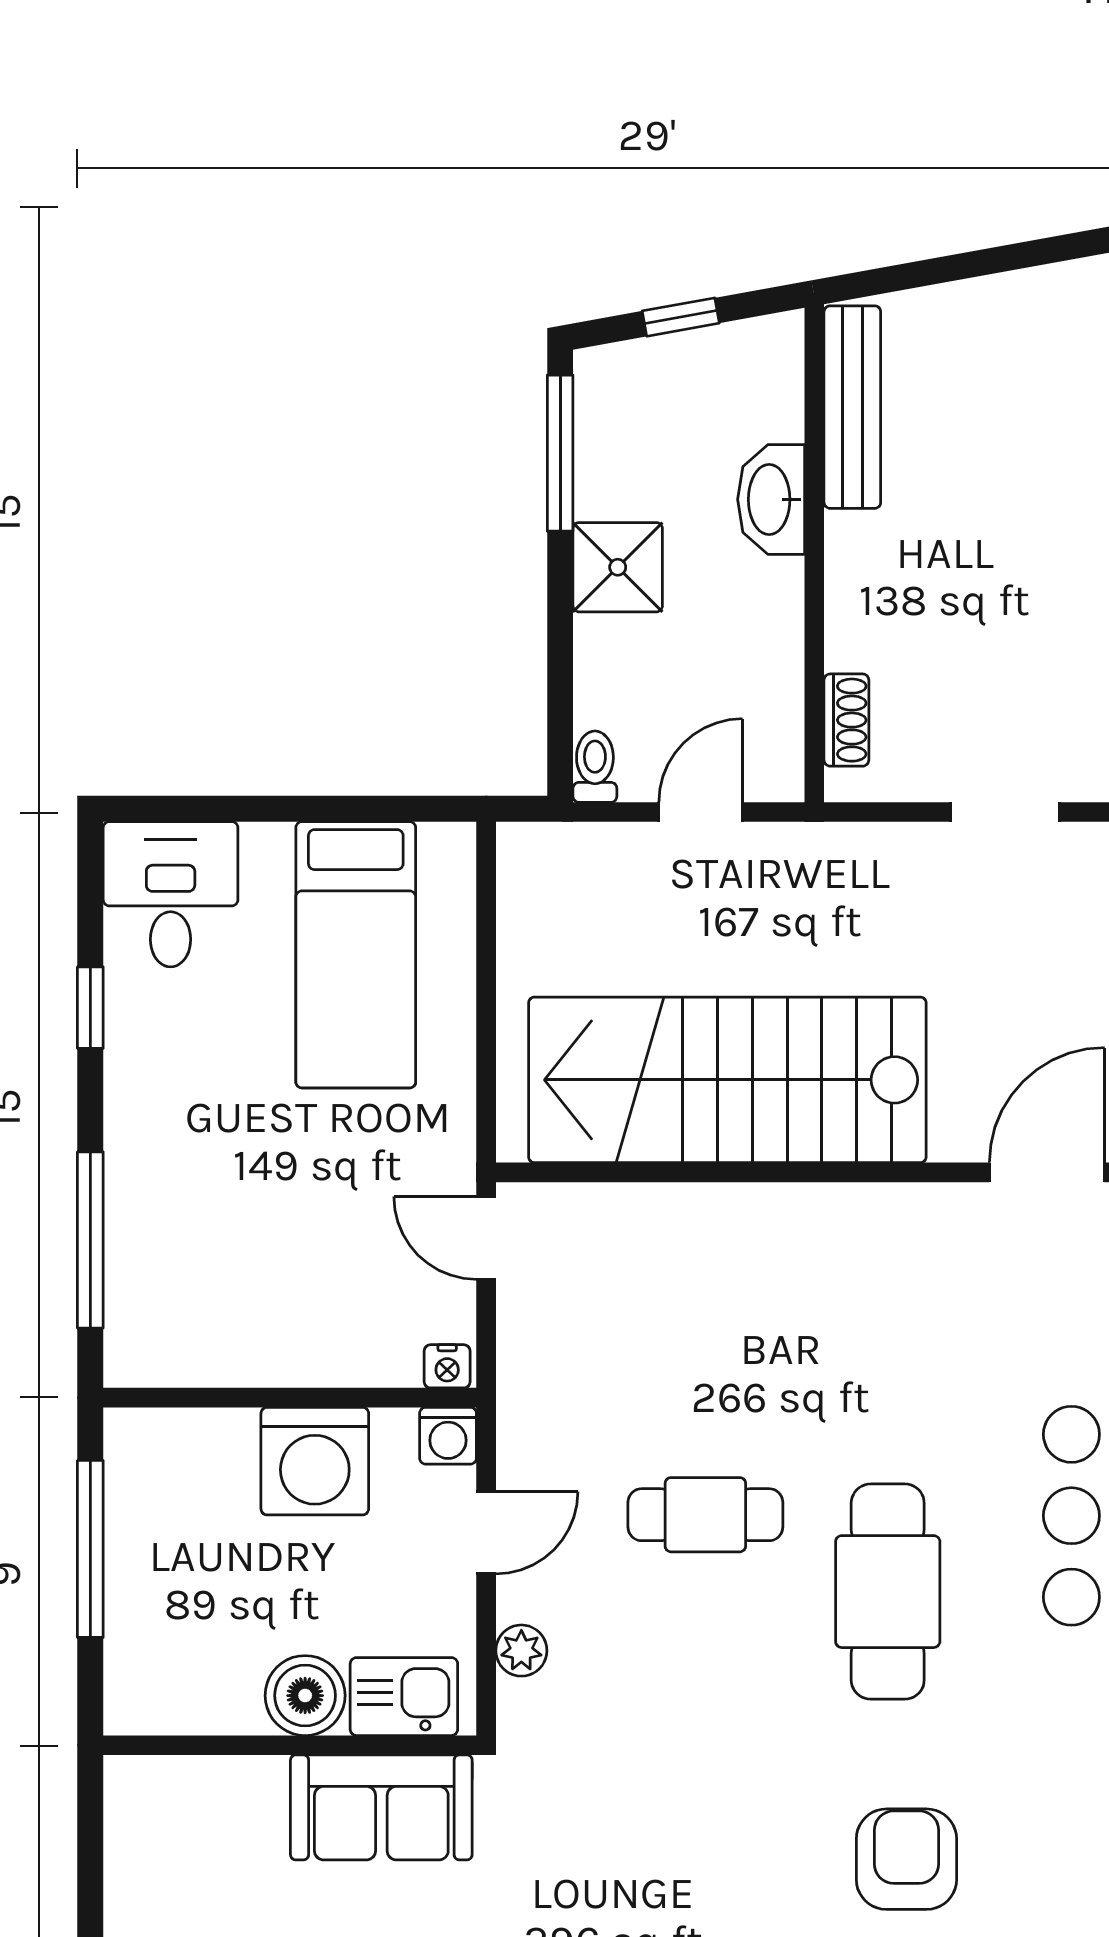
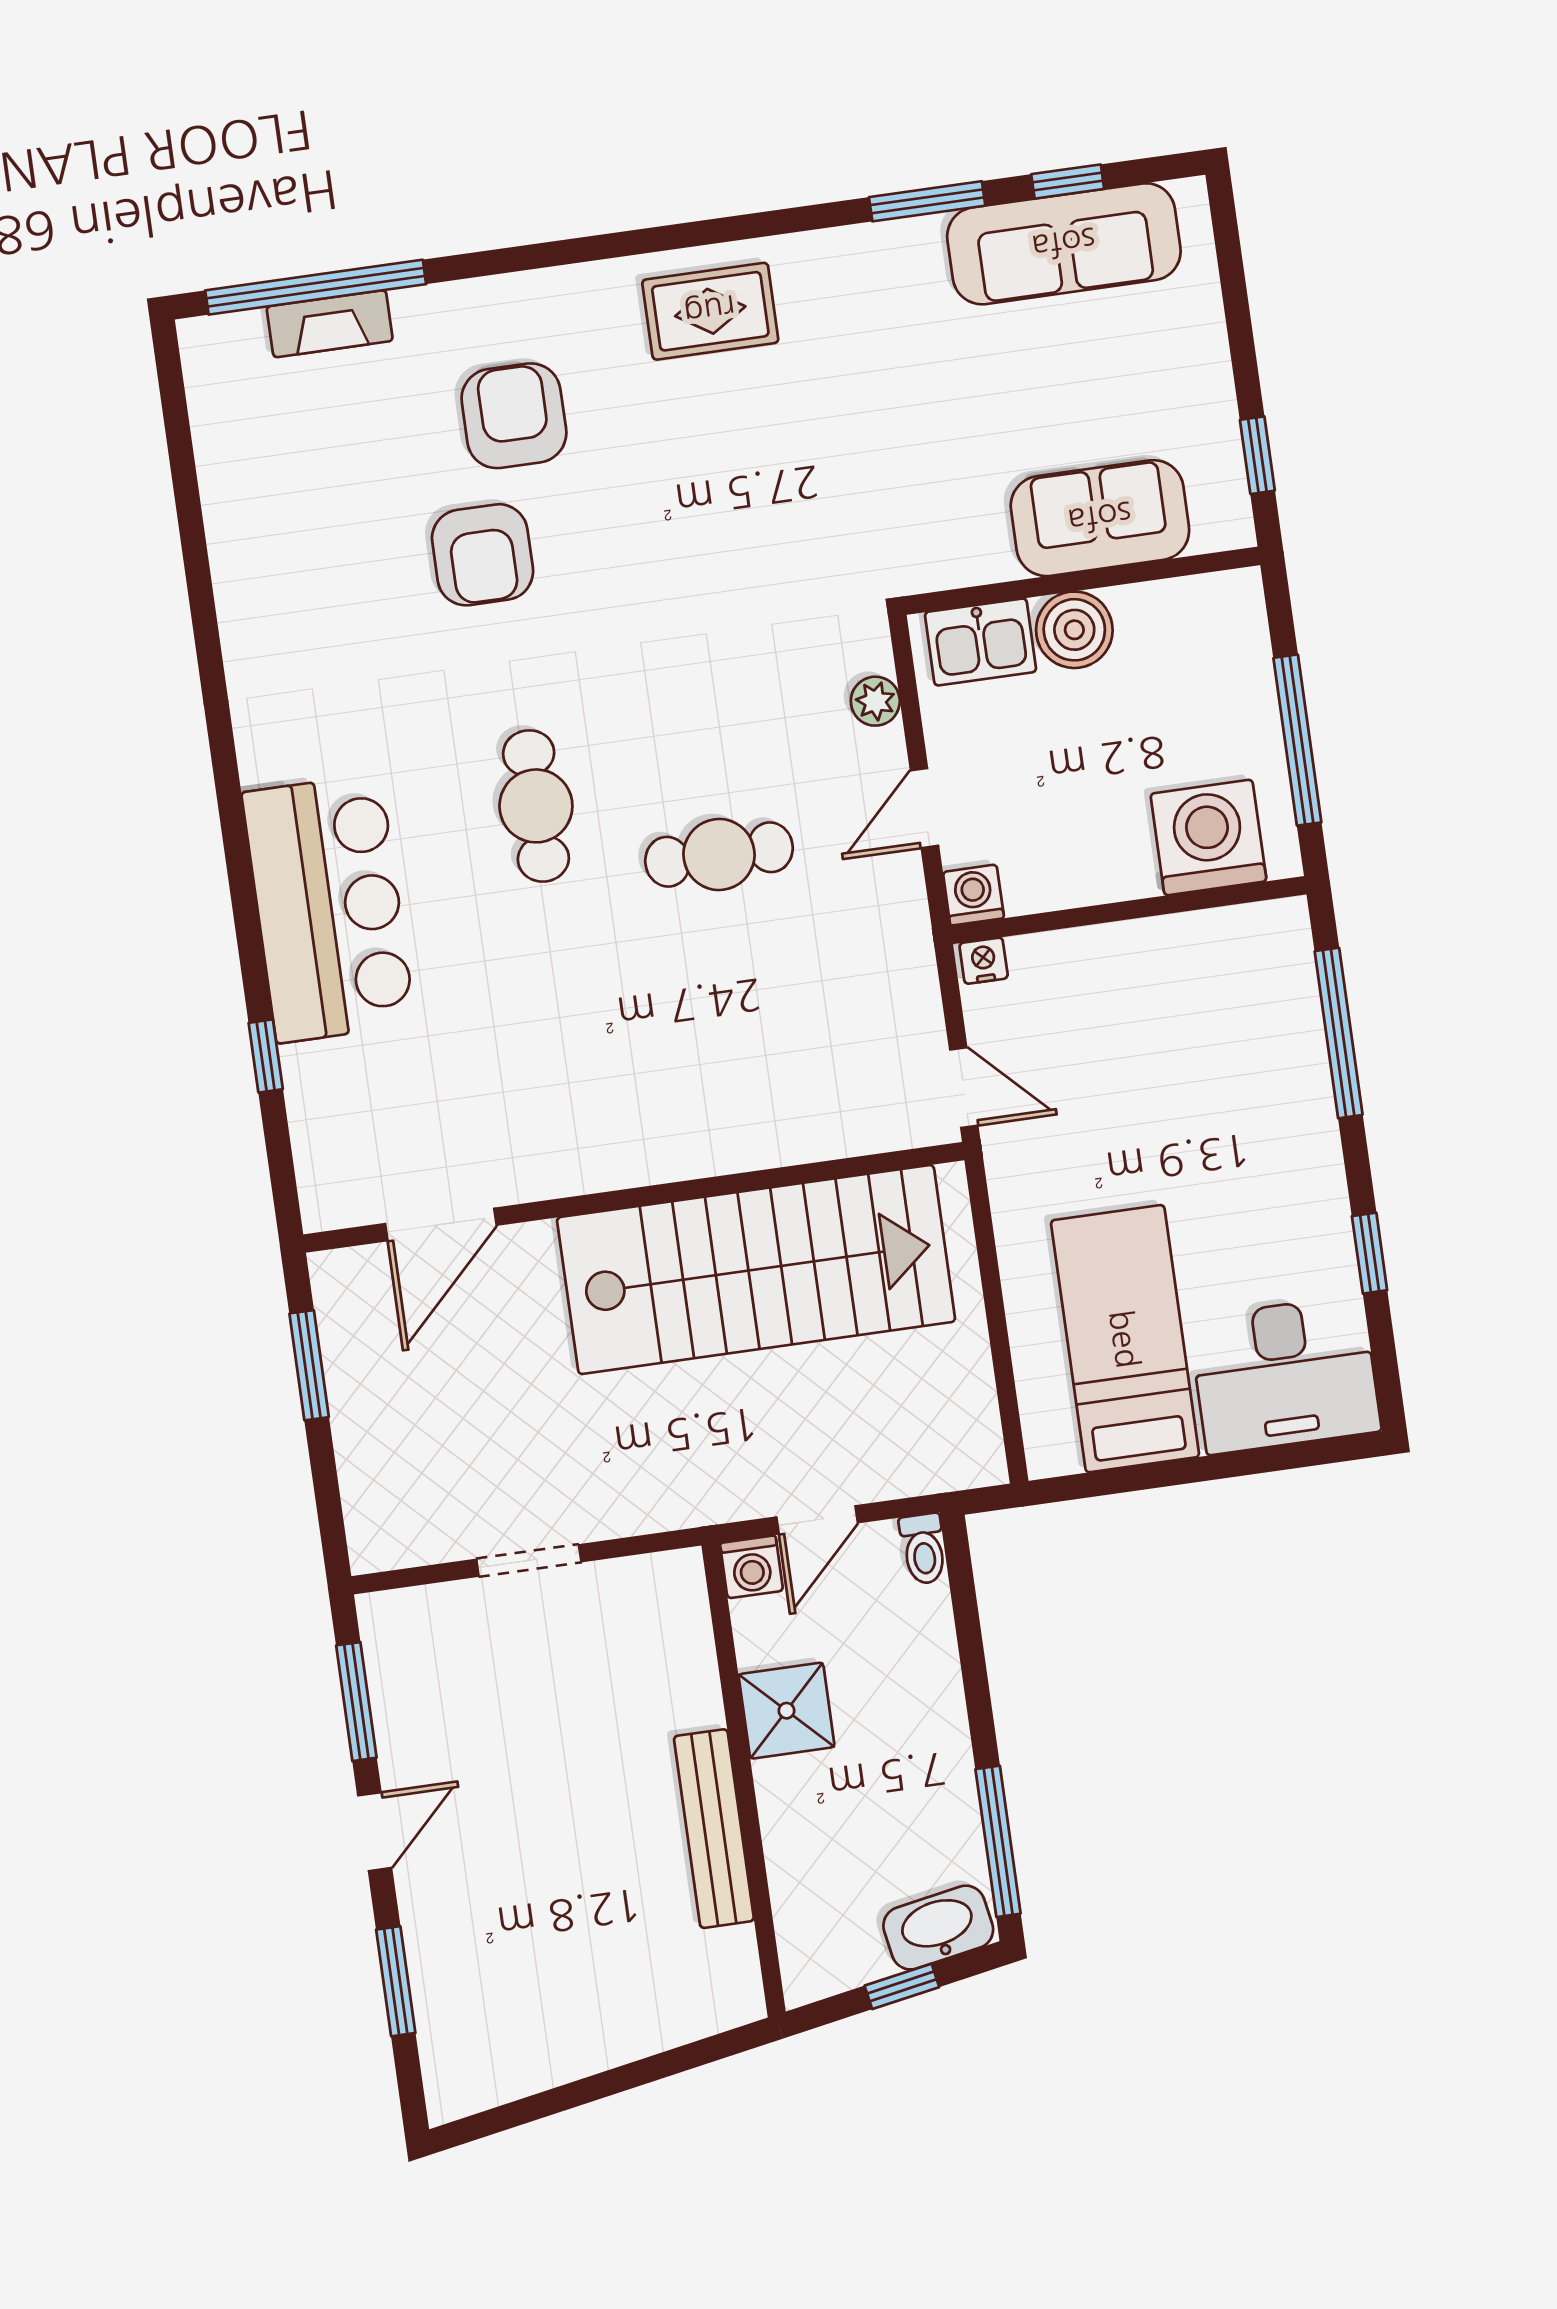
bench: (852, 407) -> (714, 1829), moved
washbasin: (771, 499) -> (938, 1928), moved, turned -100
shower: (618, 567) -> (787, 1711), moved
shoe rack: (846, 720) -> (691, 1626), removed
washing machine: (775, 773) -> (751, 1567), added
desk: (171, 894) -> (1285, 1375), width x1.37
washing machine: (315, 1461) -> (1208, 838), moved
cafe table: (888, 1592) -> (536, 806), width x0.73, depth x0.74
sofa: (381, 1807) -> (1100, 518), moved
window: (90, 1850) -> (1257, 455), added

